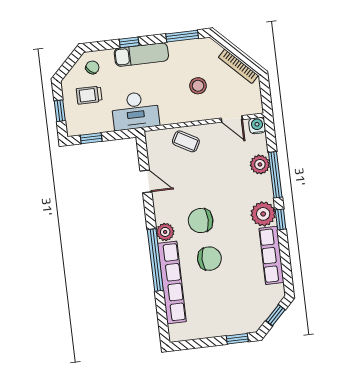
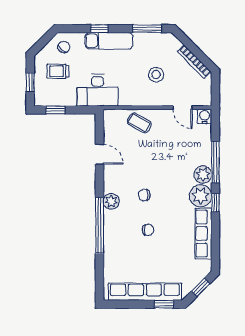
plant: (260, 164) -> (203, 175), moved
chair: (201, 221) -> (144, 195), width x0.54, depth x0.54
chair: (209, 259) -> (148, 230), width x0.54, depth x0.54
row of seats: (172, 282) -> (145, 292), moved, turned -90

